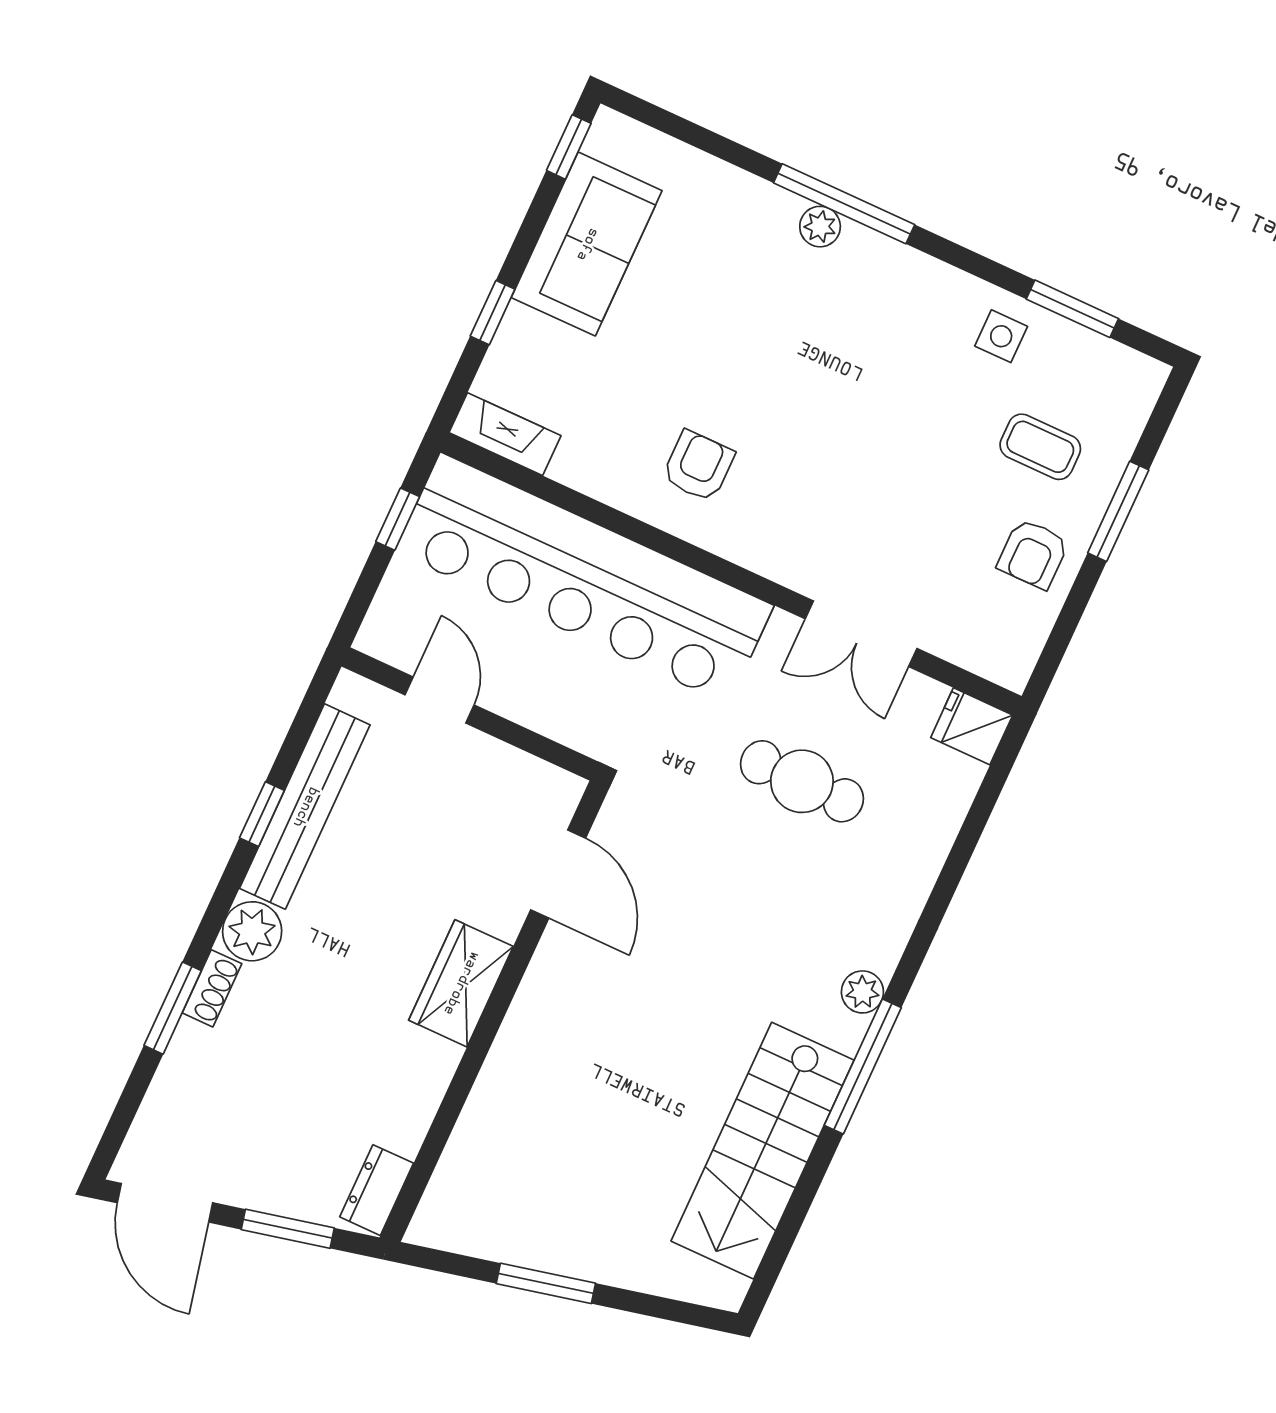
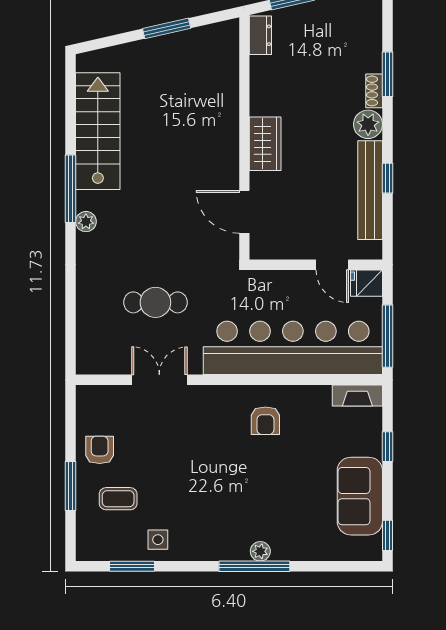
window: (398, 519) -> (388, 336), width x2.17
fridge: (972, 726) -> (366, 283), moved, turned 180

